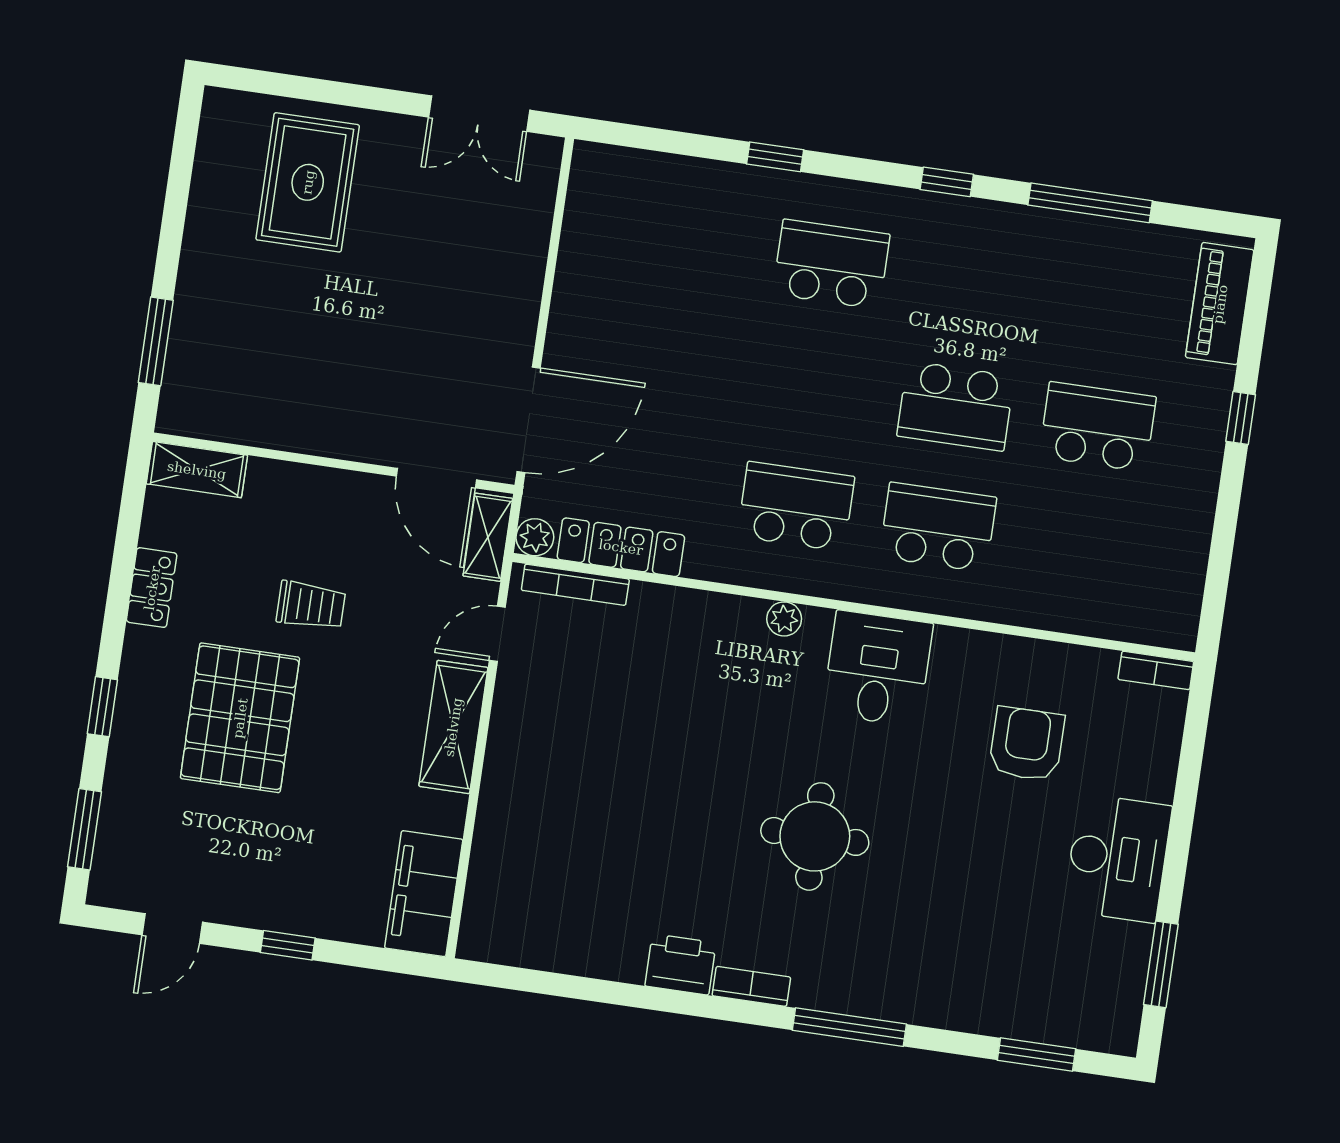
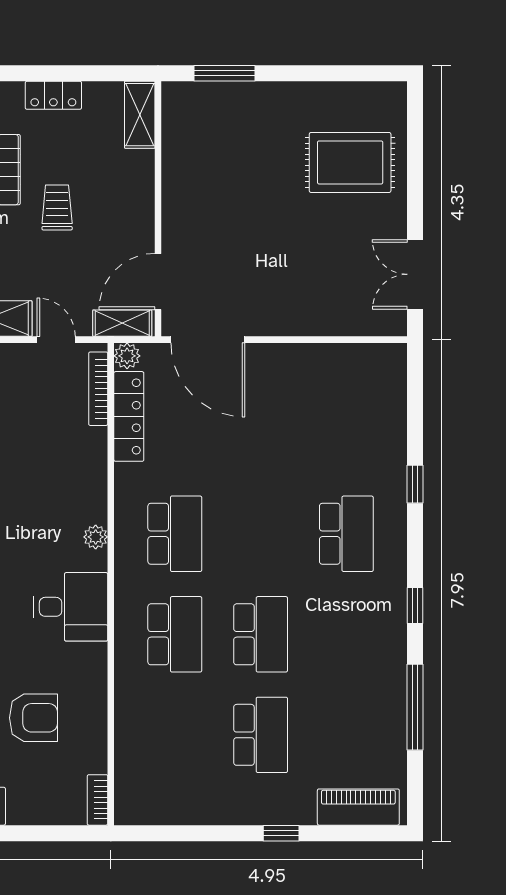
school desk: (956, 406) -> (261, 634), turned 180
trolley: (311, 605) -> (57, 207), turned 180

